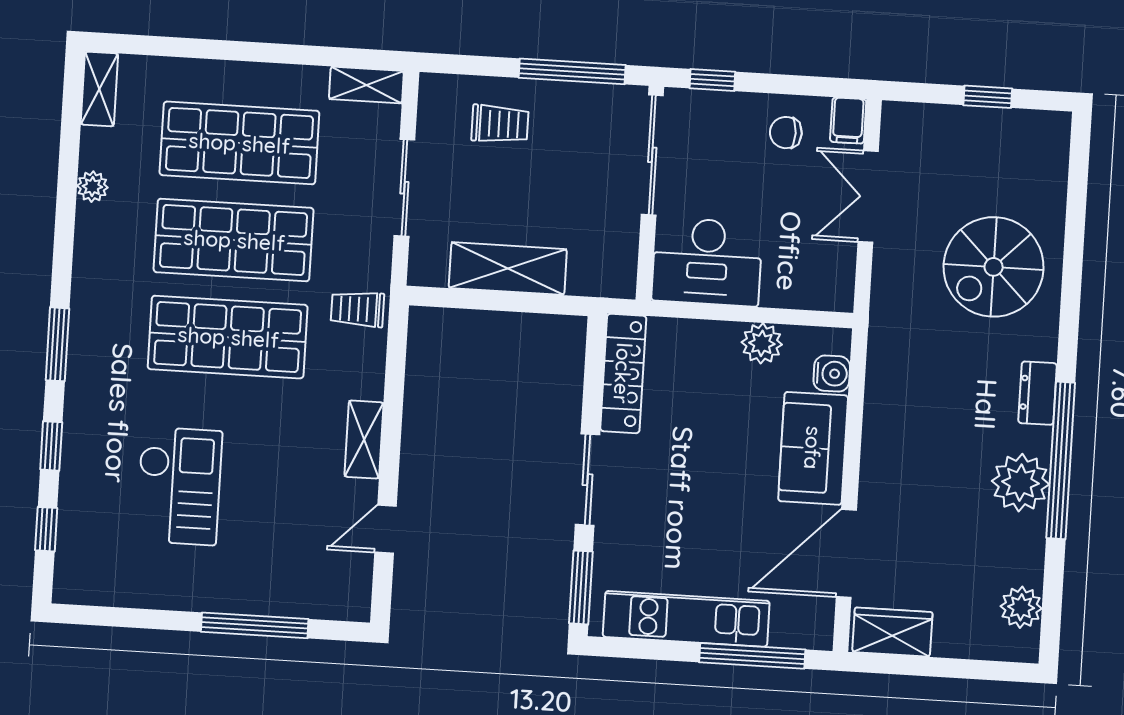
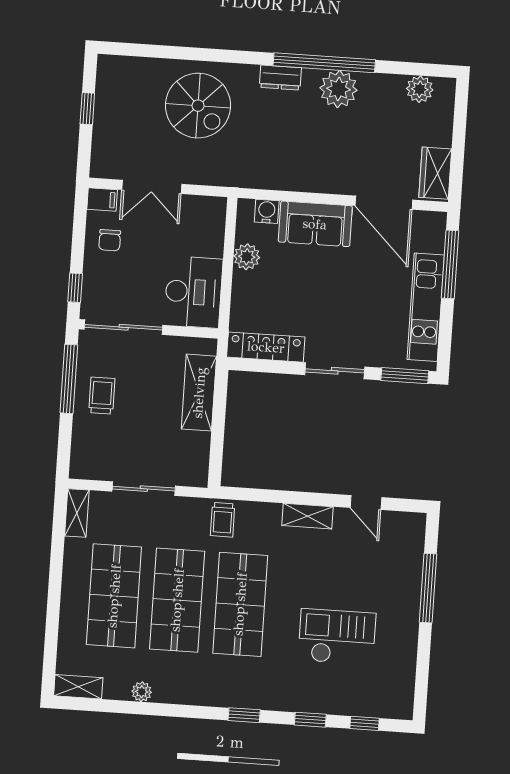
trolley: (500, 124) -> (102, 396), moved
shelving: (508, 269) -> (199, 393), moved
window: (57, 344) -> (244, 715), width x0.67

